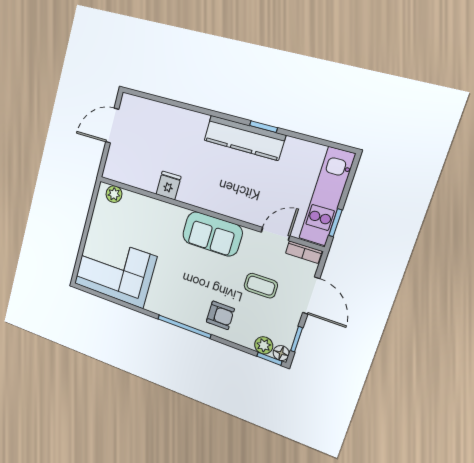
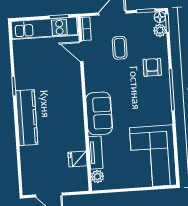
kitchen counter: (244, 138) -> (27, 118), moved
fridge: (169, 185) -> (78, 159), moved
tv unit: (142, 203) -> (96, 153), added
sofa: (212, 234) -> (99, 113), moved

